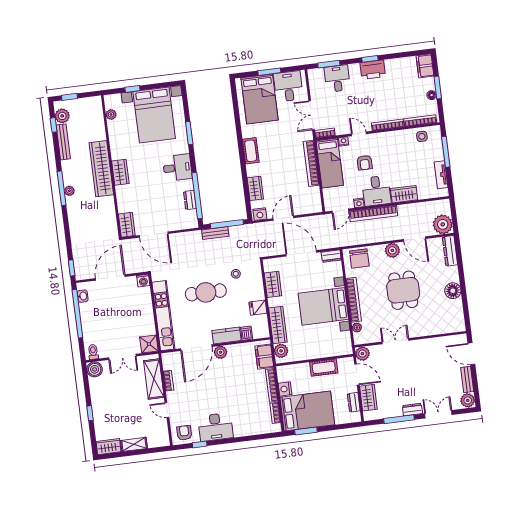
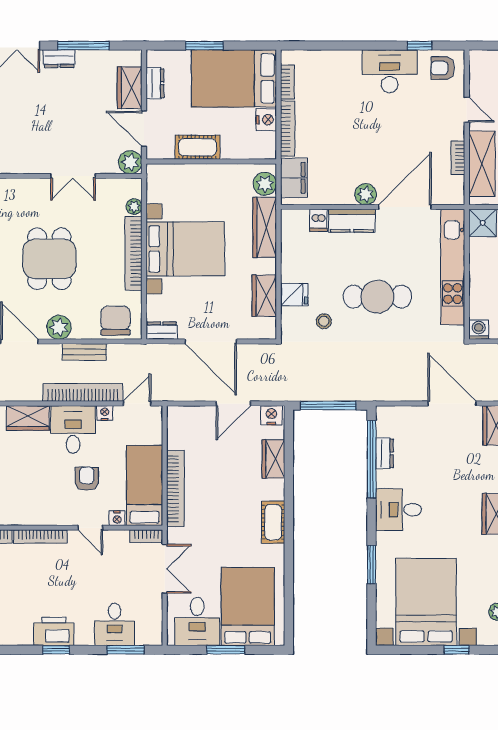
bench: (215, 233) -> (84, 352), moved
fridge: (258, 308) -> (294, 295), moved
window: (306, 431) -> (204, 46), moved
armchair: (184, 433) -> (443, 68), turned 90

